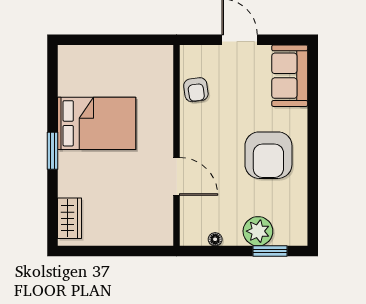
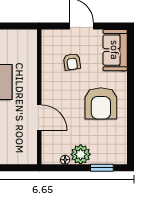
armchair: (196, 90) -> (72, 62), moved
plant: (258, 231) -> (81, 154), moved

